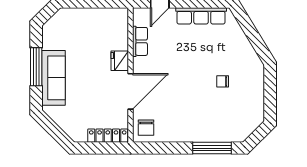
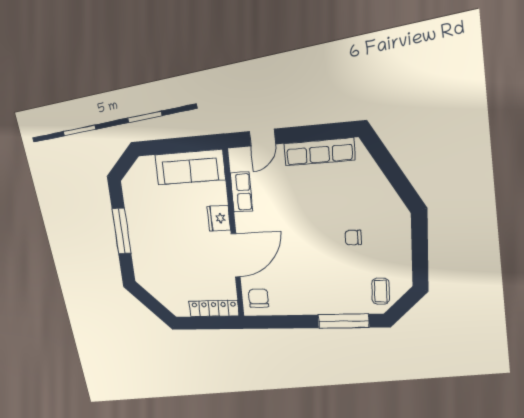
sofa: (54, 78) -> (190, 167), moved, turned 90
coffee table: (241, 124) -> (381, 291), added
chair: (146, 128) -> (259, 298), turned 180

